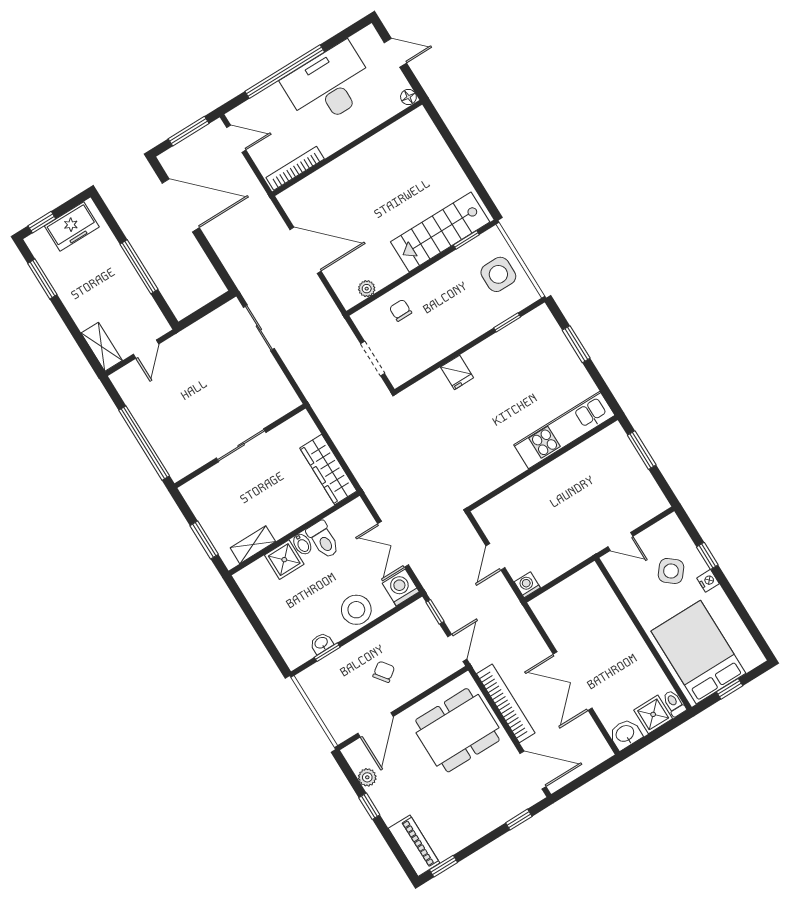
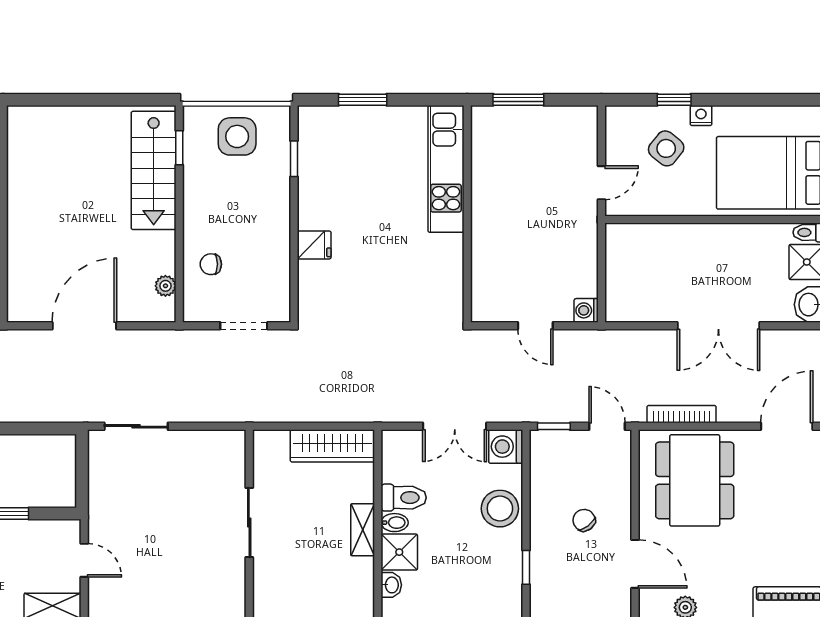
shelving: (253, 545) -> (363, 530), moved
washbasin: (321, 643) -> (391, 585), moved, turned 180
bookcase: (506, 703) -> (682, 414), width x0.68, depth x0.76

